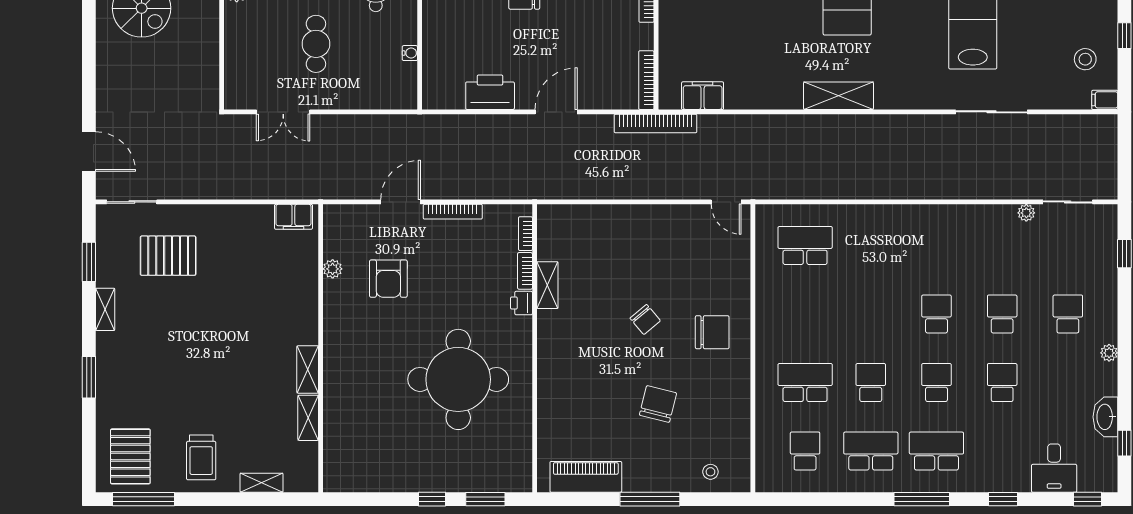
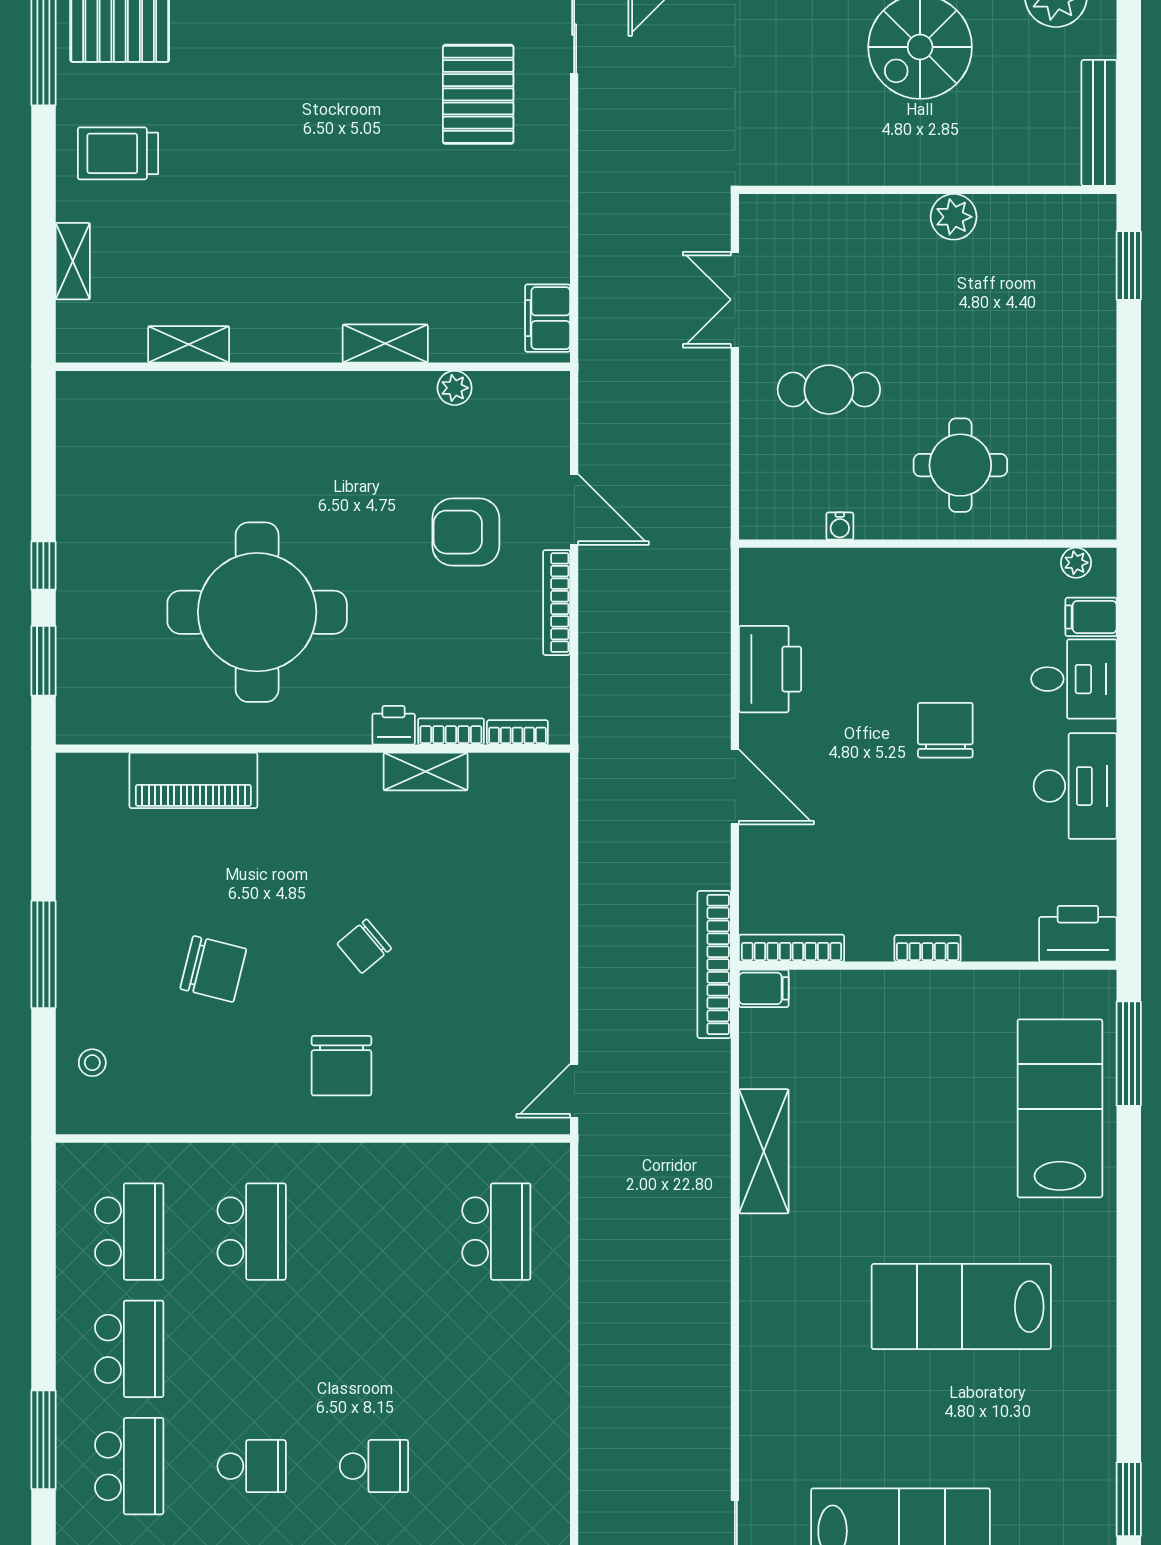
cafe table: (316, 44) -> (829, 390), moved
filing cabinet: (703, 96) -> (764, 988), moved, width x0.50
shelving: (838, 96) -> (764, 1151), moved
armchair: (388, 279) -> (466, 532), moved
shelving: (308, 369) -> (385, 344), moved
school desk: (871, 383) -> (252, 1349), removed
school desk: (805, 451) -> (129, 1232), width x1.85
piano: (586, 477) -> (193, 780), moved, turned 90

